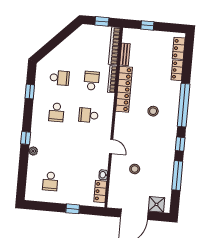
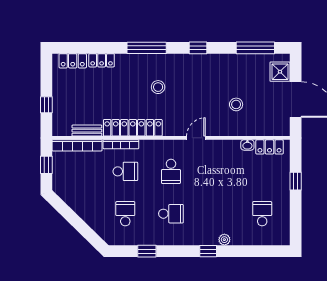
school desk: (92, 81) -> (125, 171), turned 180
window: (184, 105) -> (147, 48), width x0.68
door: (111, 146) -> (196, 138), moved
window: (177, 175) -> (255, 48), moved
school desk: (50, 181) -> (262, 214), turned -90

